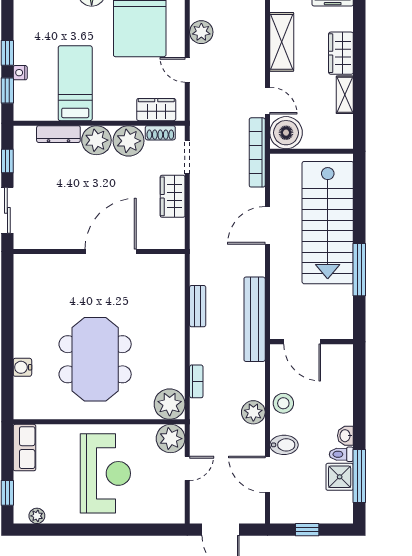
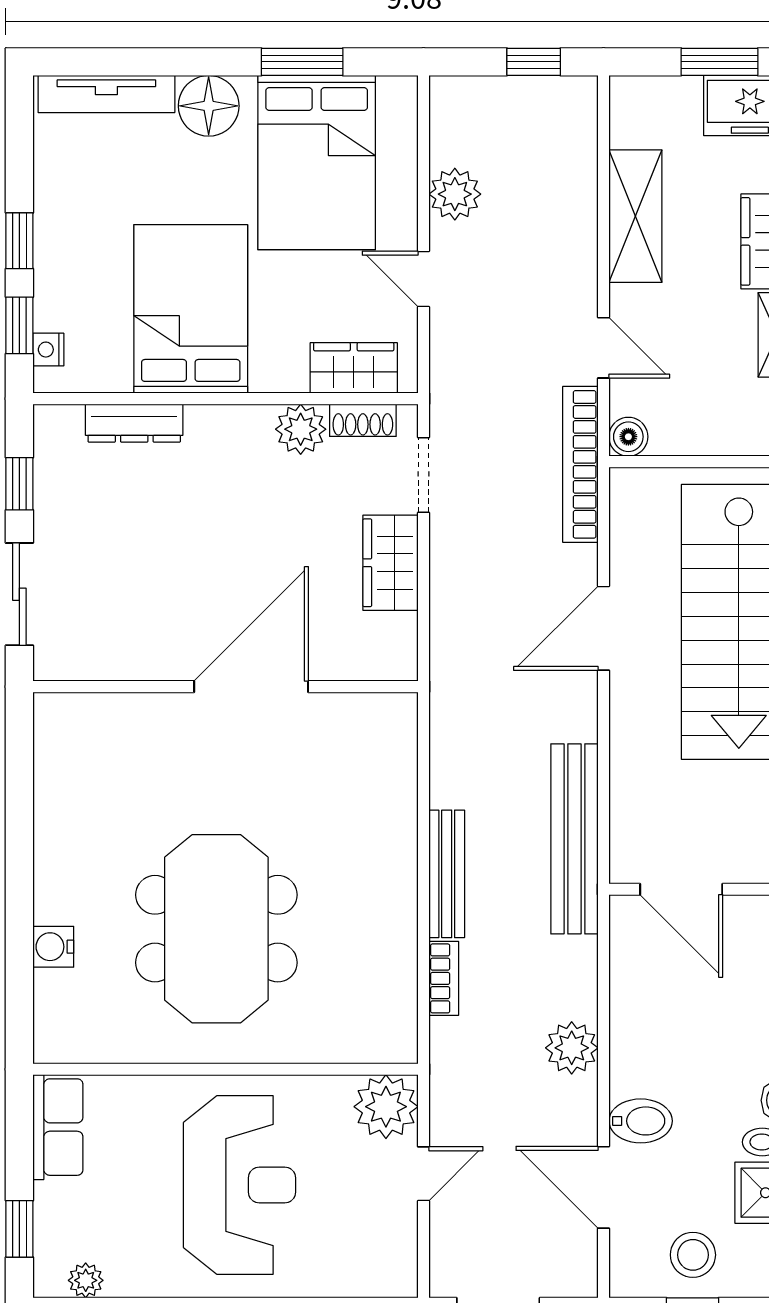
nightstand: (20, 73) -> (48, 350), moved
bed: (75, 83) -> (191, 309), width x1.50
boiler: (286, 133) -> (628, 437), width x0.54, depth x0.54
plant: (96, 140) -> (219, 437), removed
plant: (129, 141) -> (301, 429), width x0.73, depth x0.73
bench: (198, 306) -> (447, 874), moved, width x1.36
stool: (283, 403) -> (693, 1255), moved
plant: (170, 404) -> (384, 1029), removed

